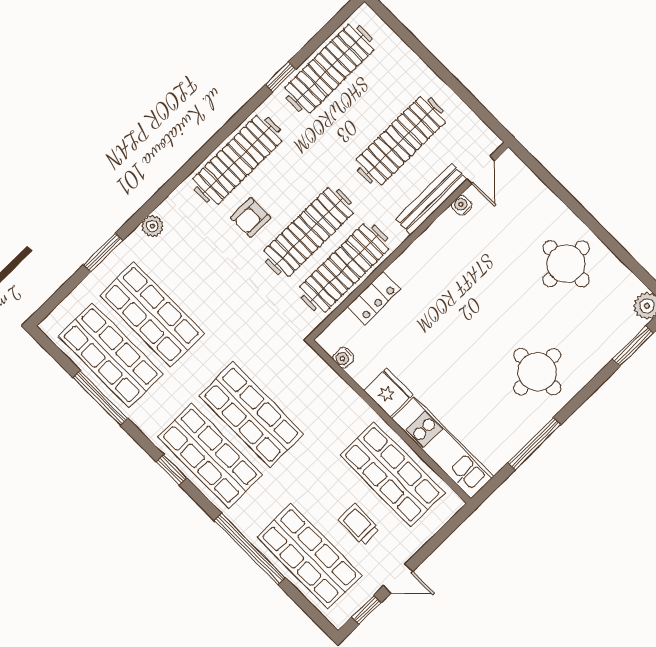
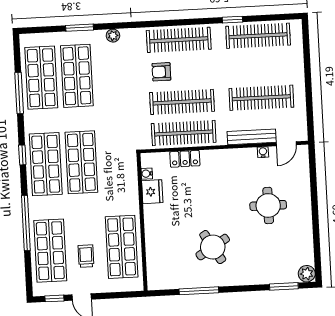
round table: (566, 264) -> (268, 205), moved
round table: (537, 372) -> (213, 247), moved, turned -31
fridge: (388, 392) -> (152, 192), moved
kitchen unit: (443, 448) -> (155, 255), removed

